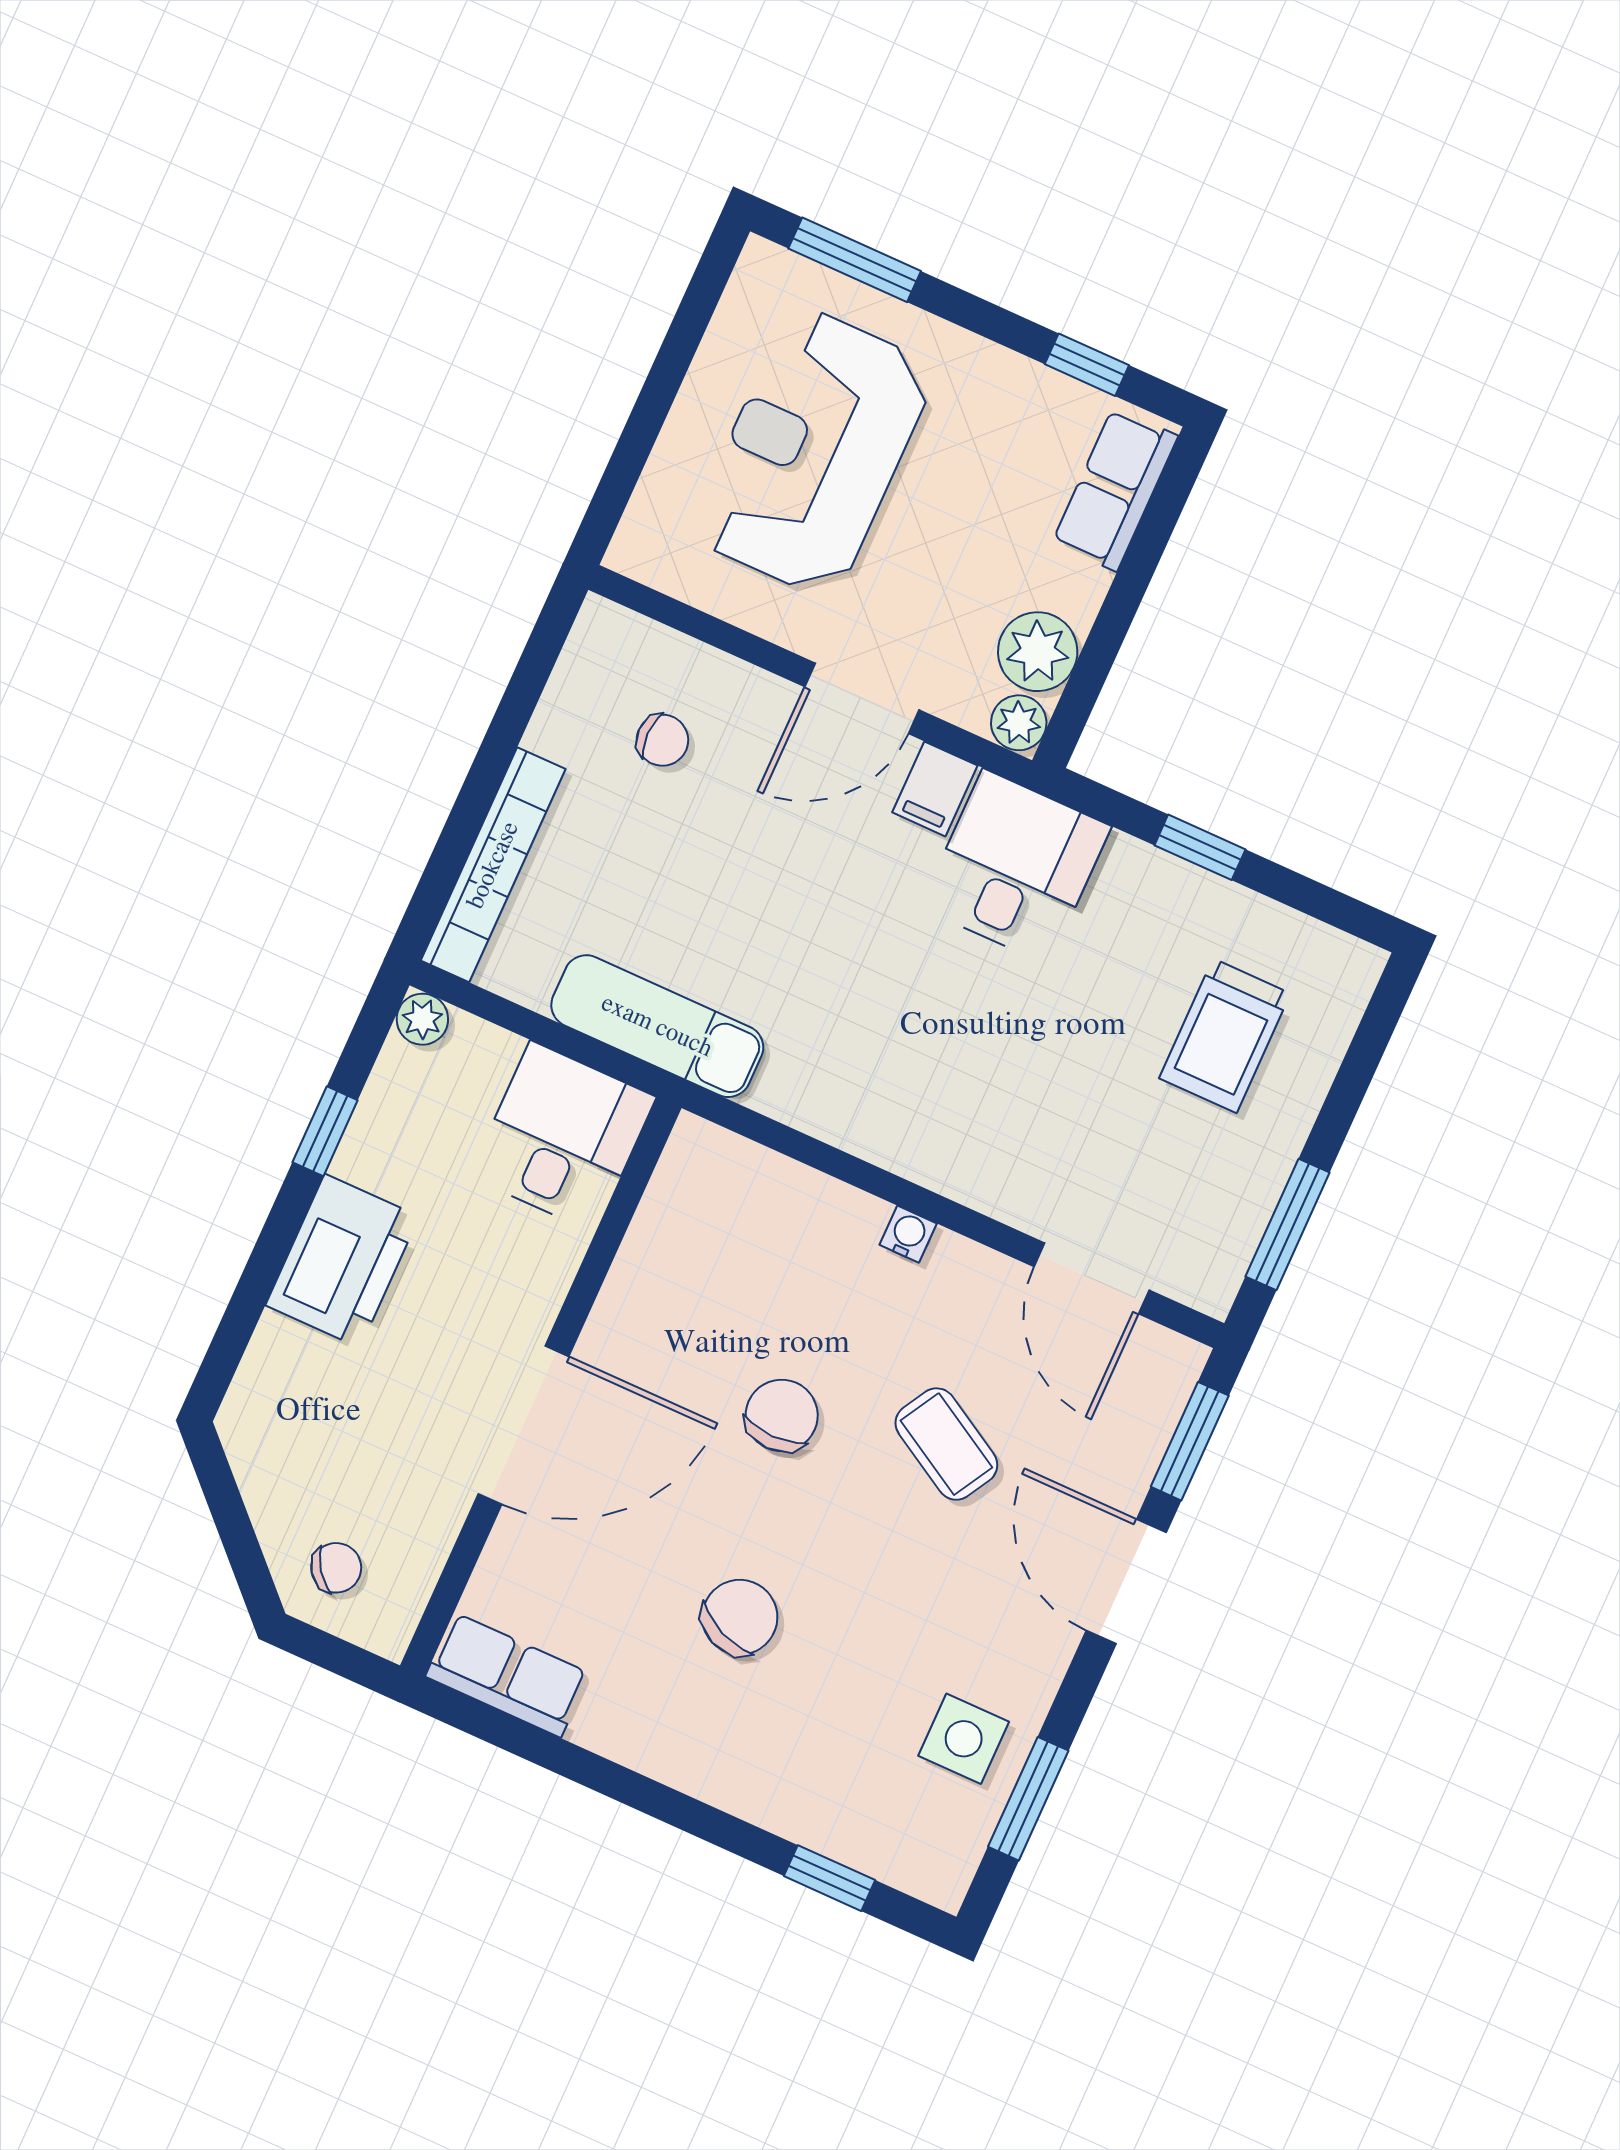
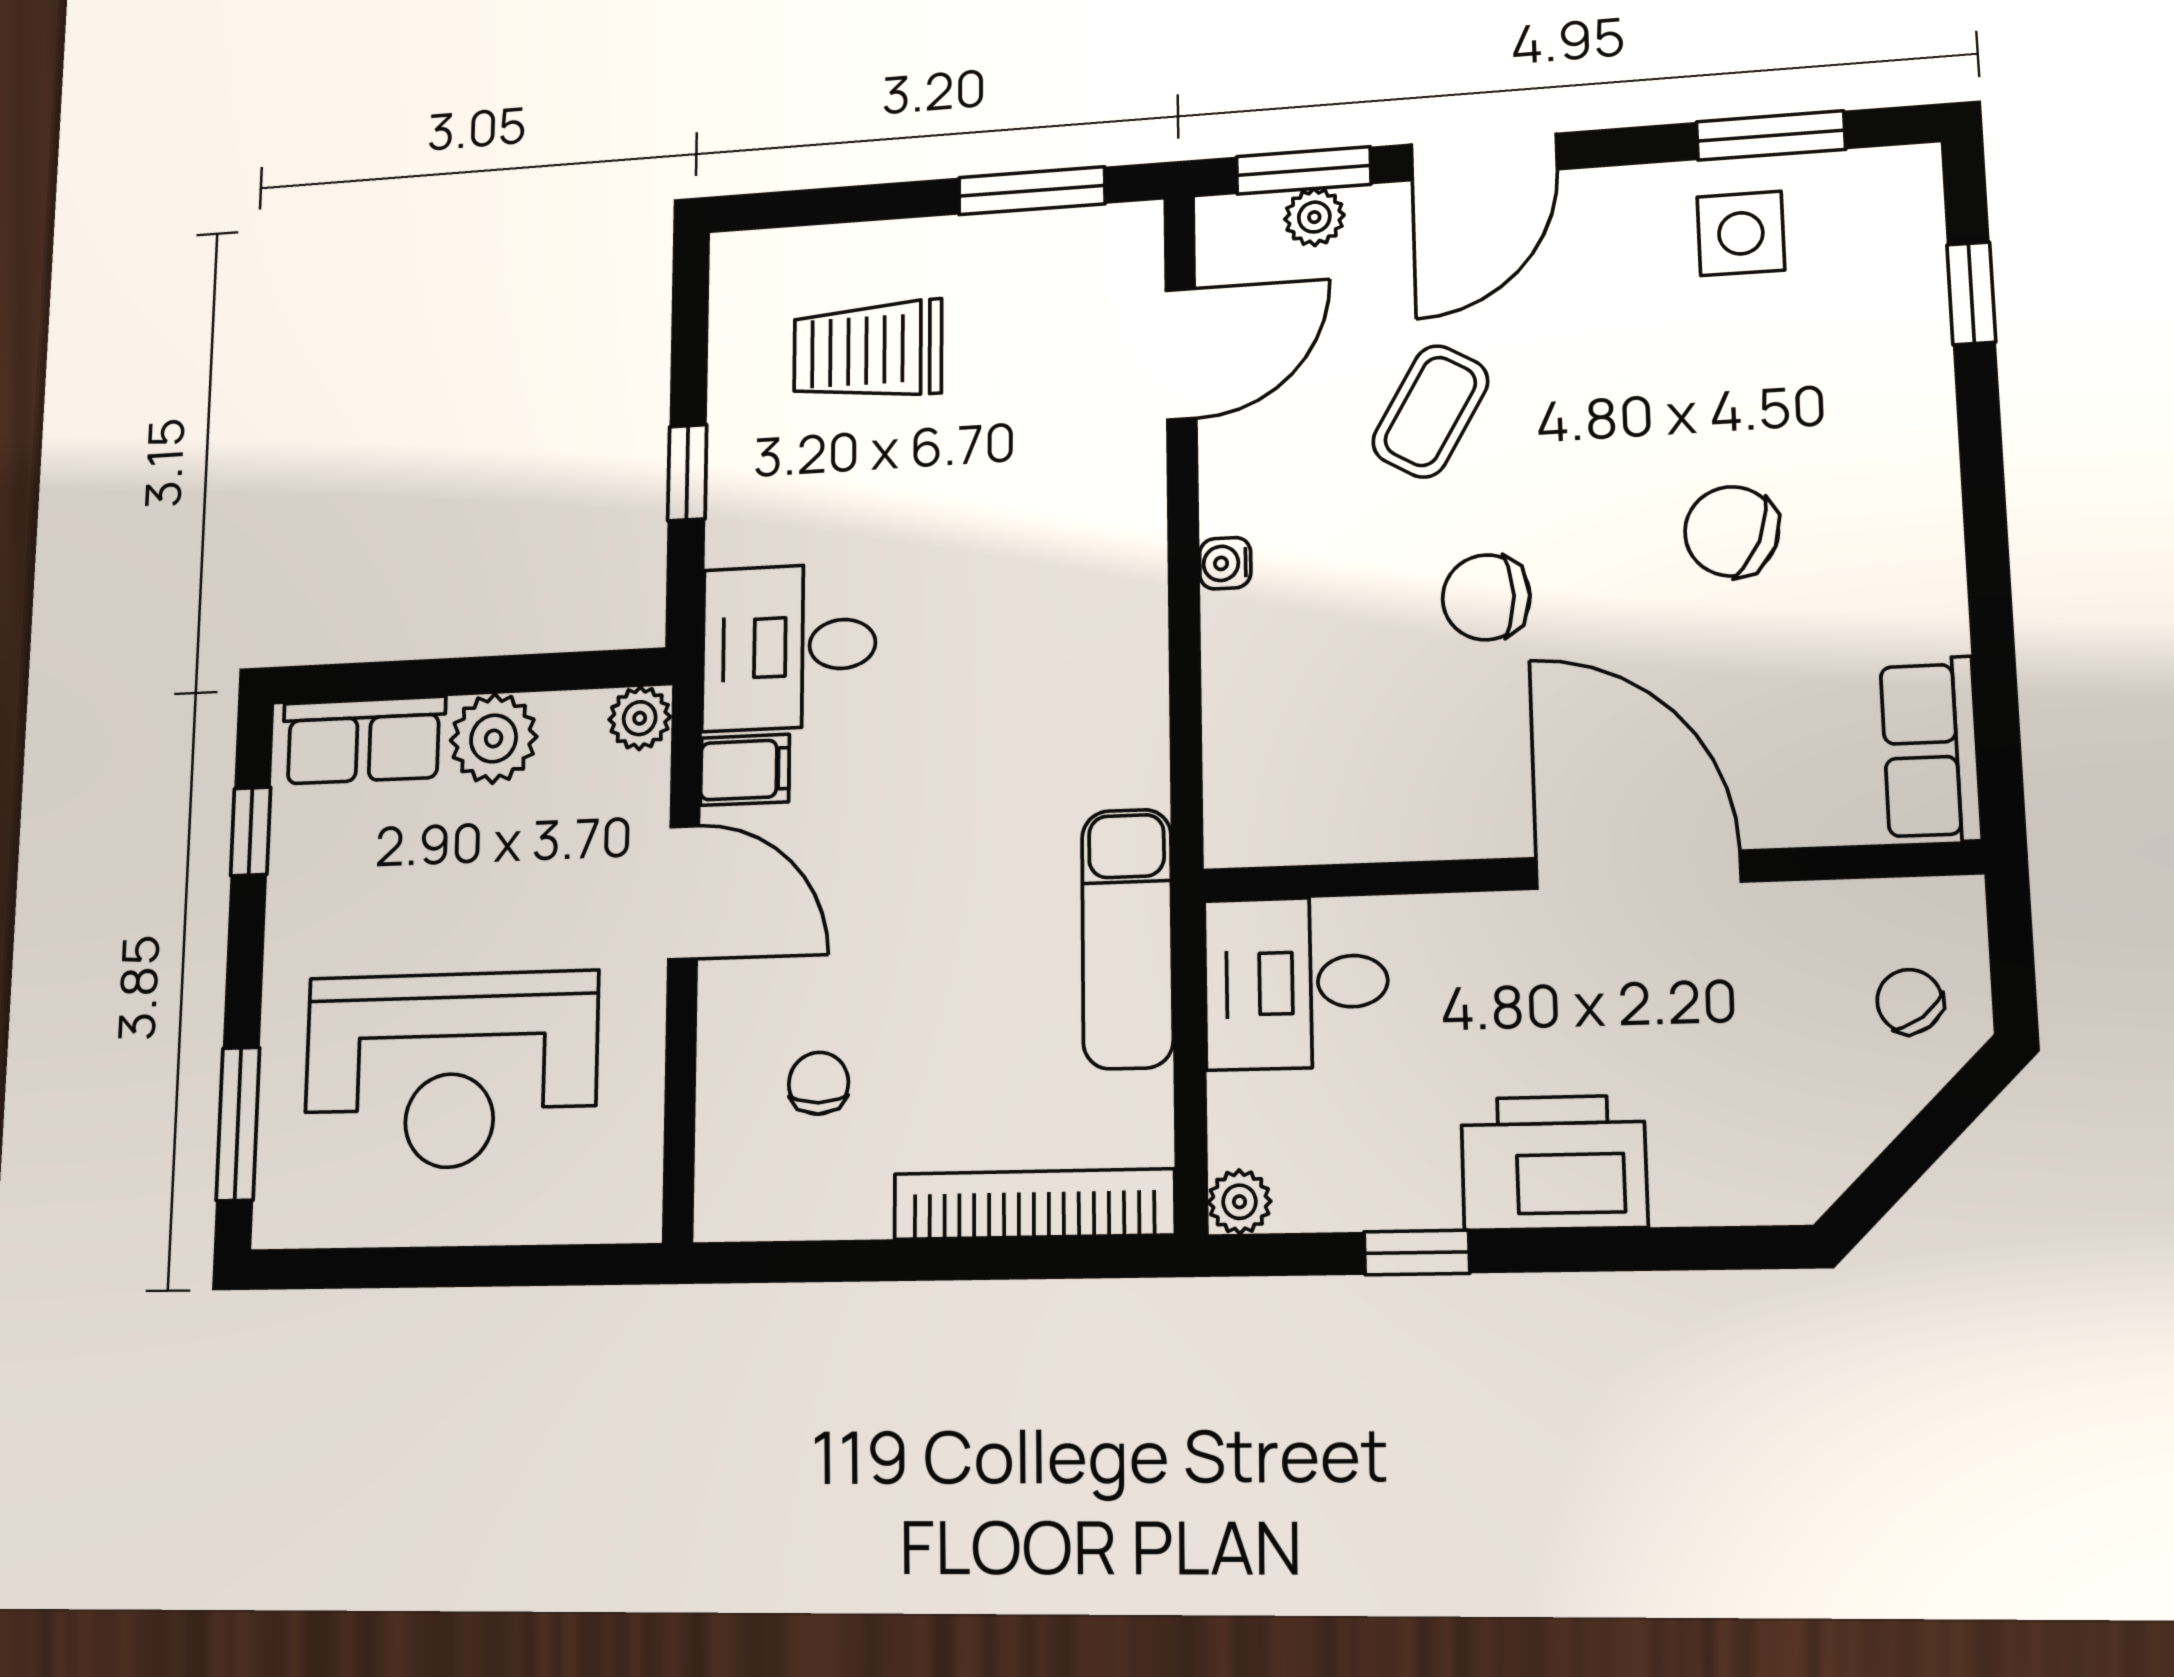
plant: (1038, 652) -> (494, 738), moved
trolley: (1225, 1036) -> (868, 350), turned 180
plant: (1147, 1431) -> (1314, 217), added

